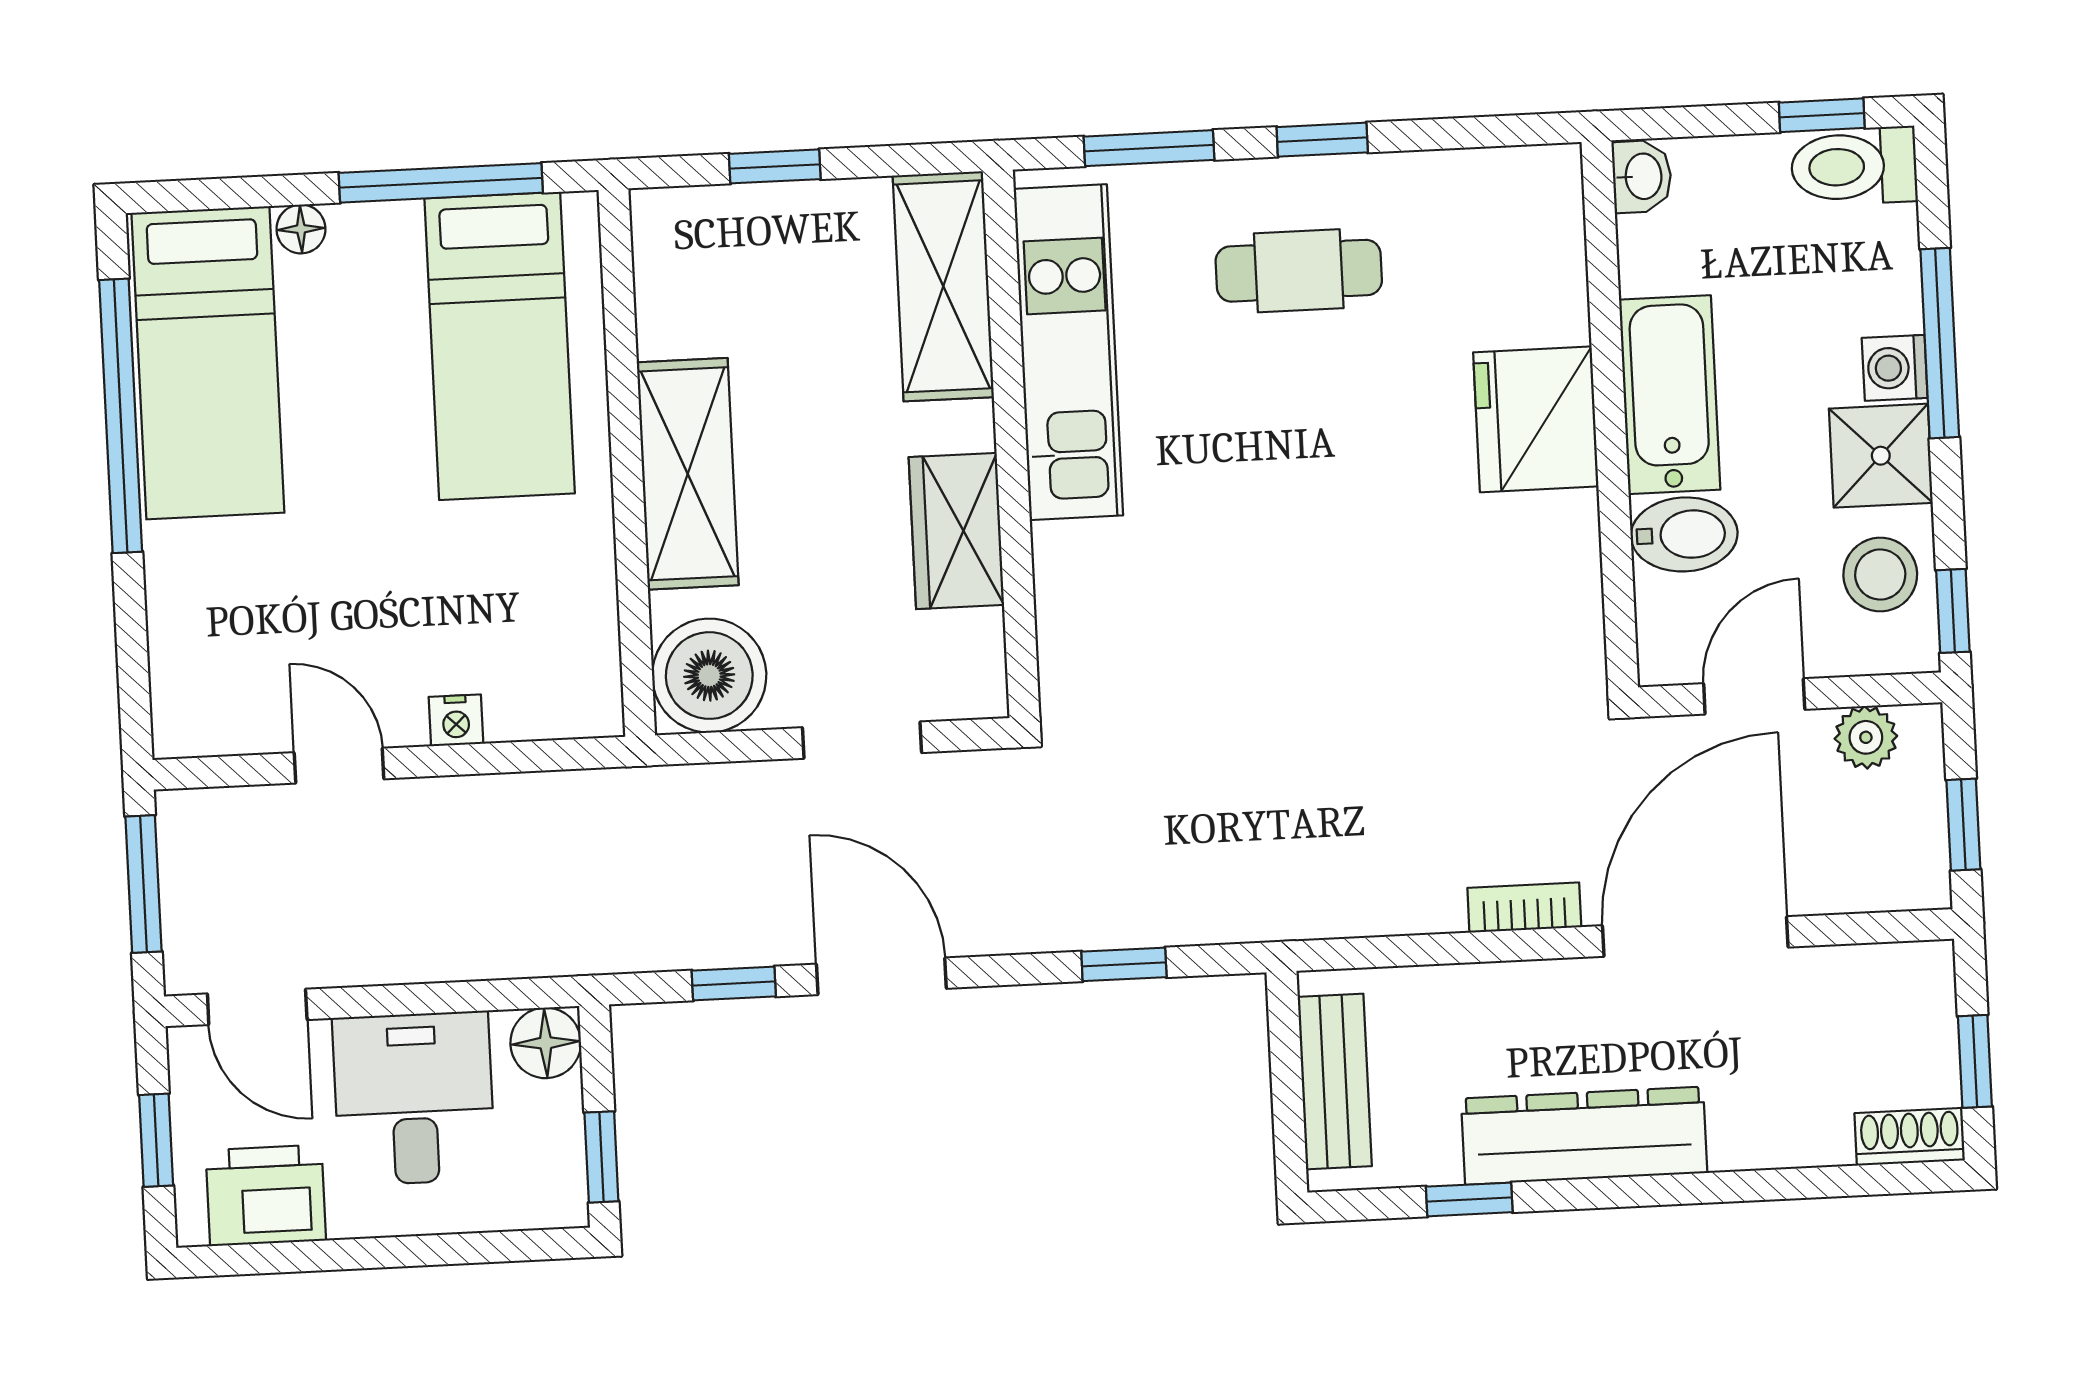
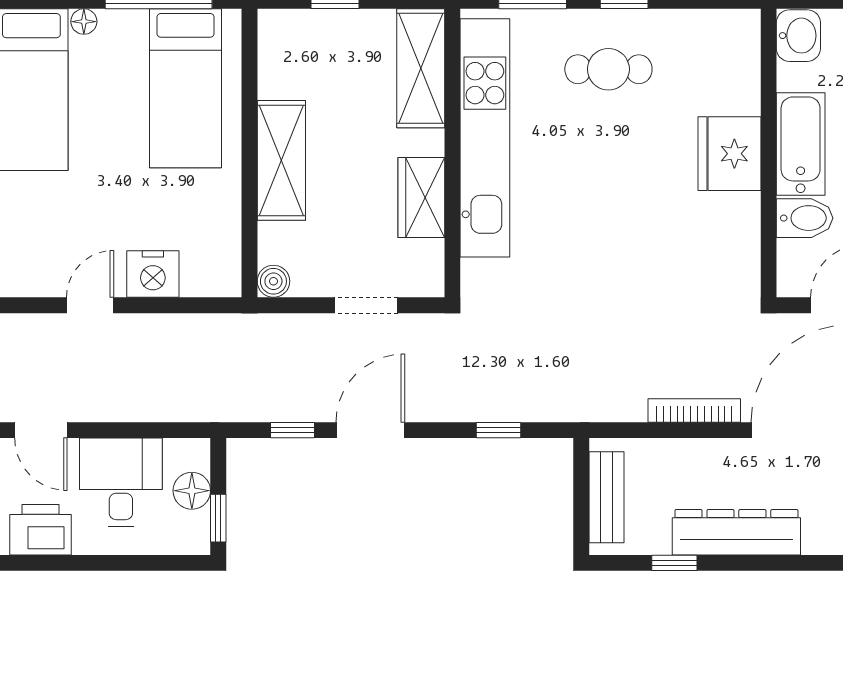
washbasin: (1642, 176) -> (798, 36), width x1.38, depth x1.45
kitchen unit: (1068, 352) -> (485, 138), width x1.36
boiler: (709, 676) -> (273, 281), width x0.54, depth x0.54
nightstand: (456, 720) -> (153, 274), width x1.89, depth x1.79
door: (339, 766) -> (90, 305), hinge flipped
bookcase: (1524, 908) -> (694, 410), width x1.56
door: (881, 976) -> (370, 430), hinge flipped
floor lamp: (546, 1043) -> (192, 491), moved

